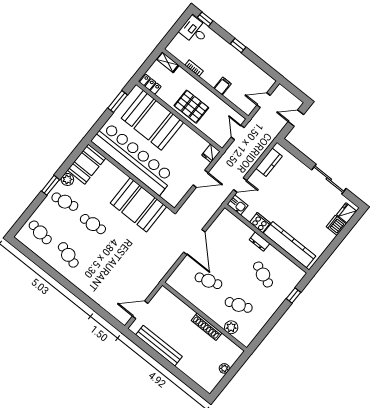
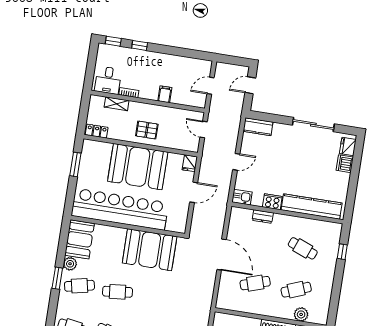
desk: (194, 30) -> (108, 80), moved, turned -90
window: (238, 46) -> (140, 45), moved
shelving: (168, 62) -> (117, 104), moved
pallet: (191, 107) -> (147, 130), width x0.67, depth x0.71
booth: (152, 120) -> (138, 167), moved
kitchen counter: (269, 162) -> (258, 127), moved, turned 90
door: (240, 185) -> (236, 162), moved
dresser: (259, 242) -> (263, 217), moved

